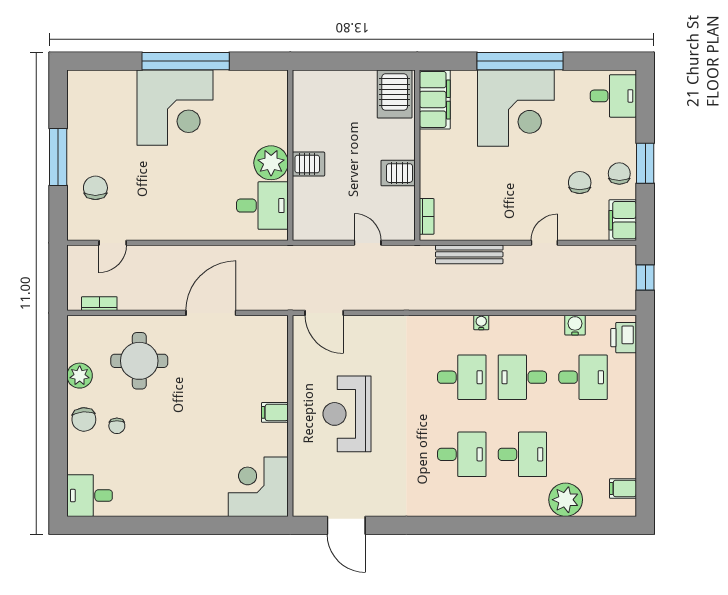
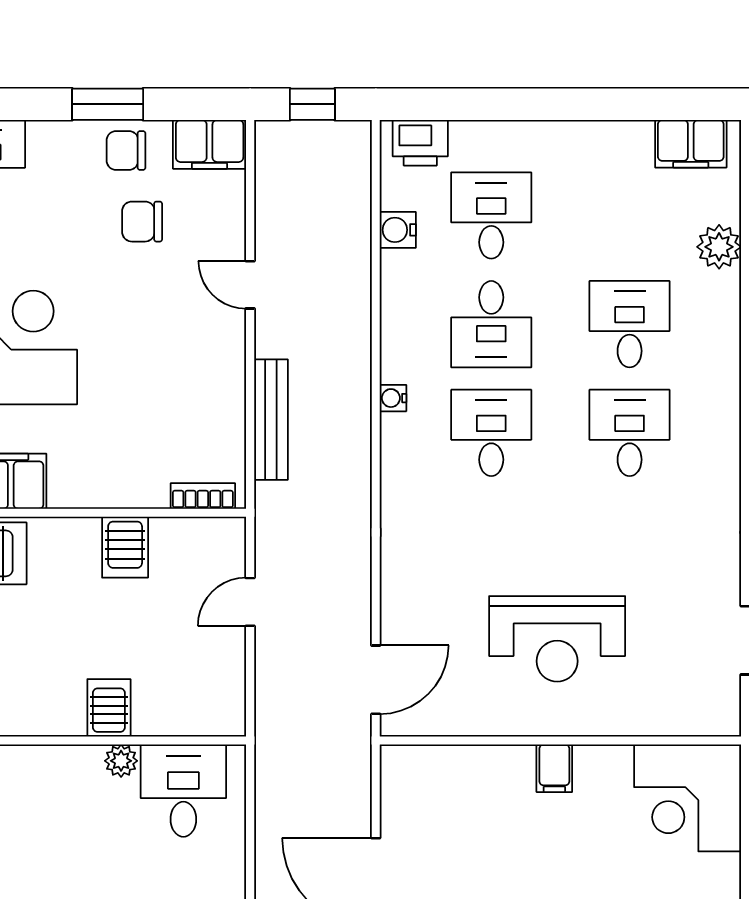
plant: (271, 163) -> (121, 761), width x0.53, depth x0.53
filing cabinet: (623, 488) -> (691, 144), width x2.00
plant: (566, 500) -> (719, 247), width x0.73, depth x0.73

